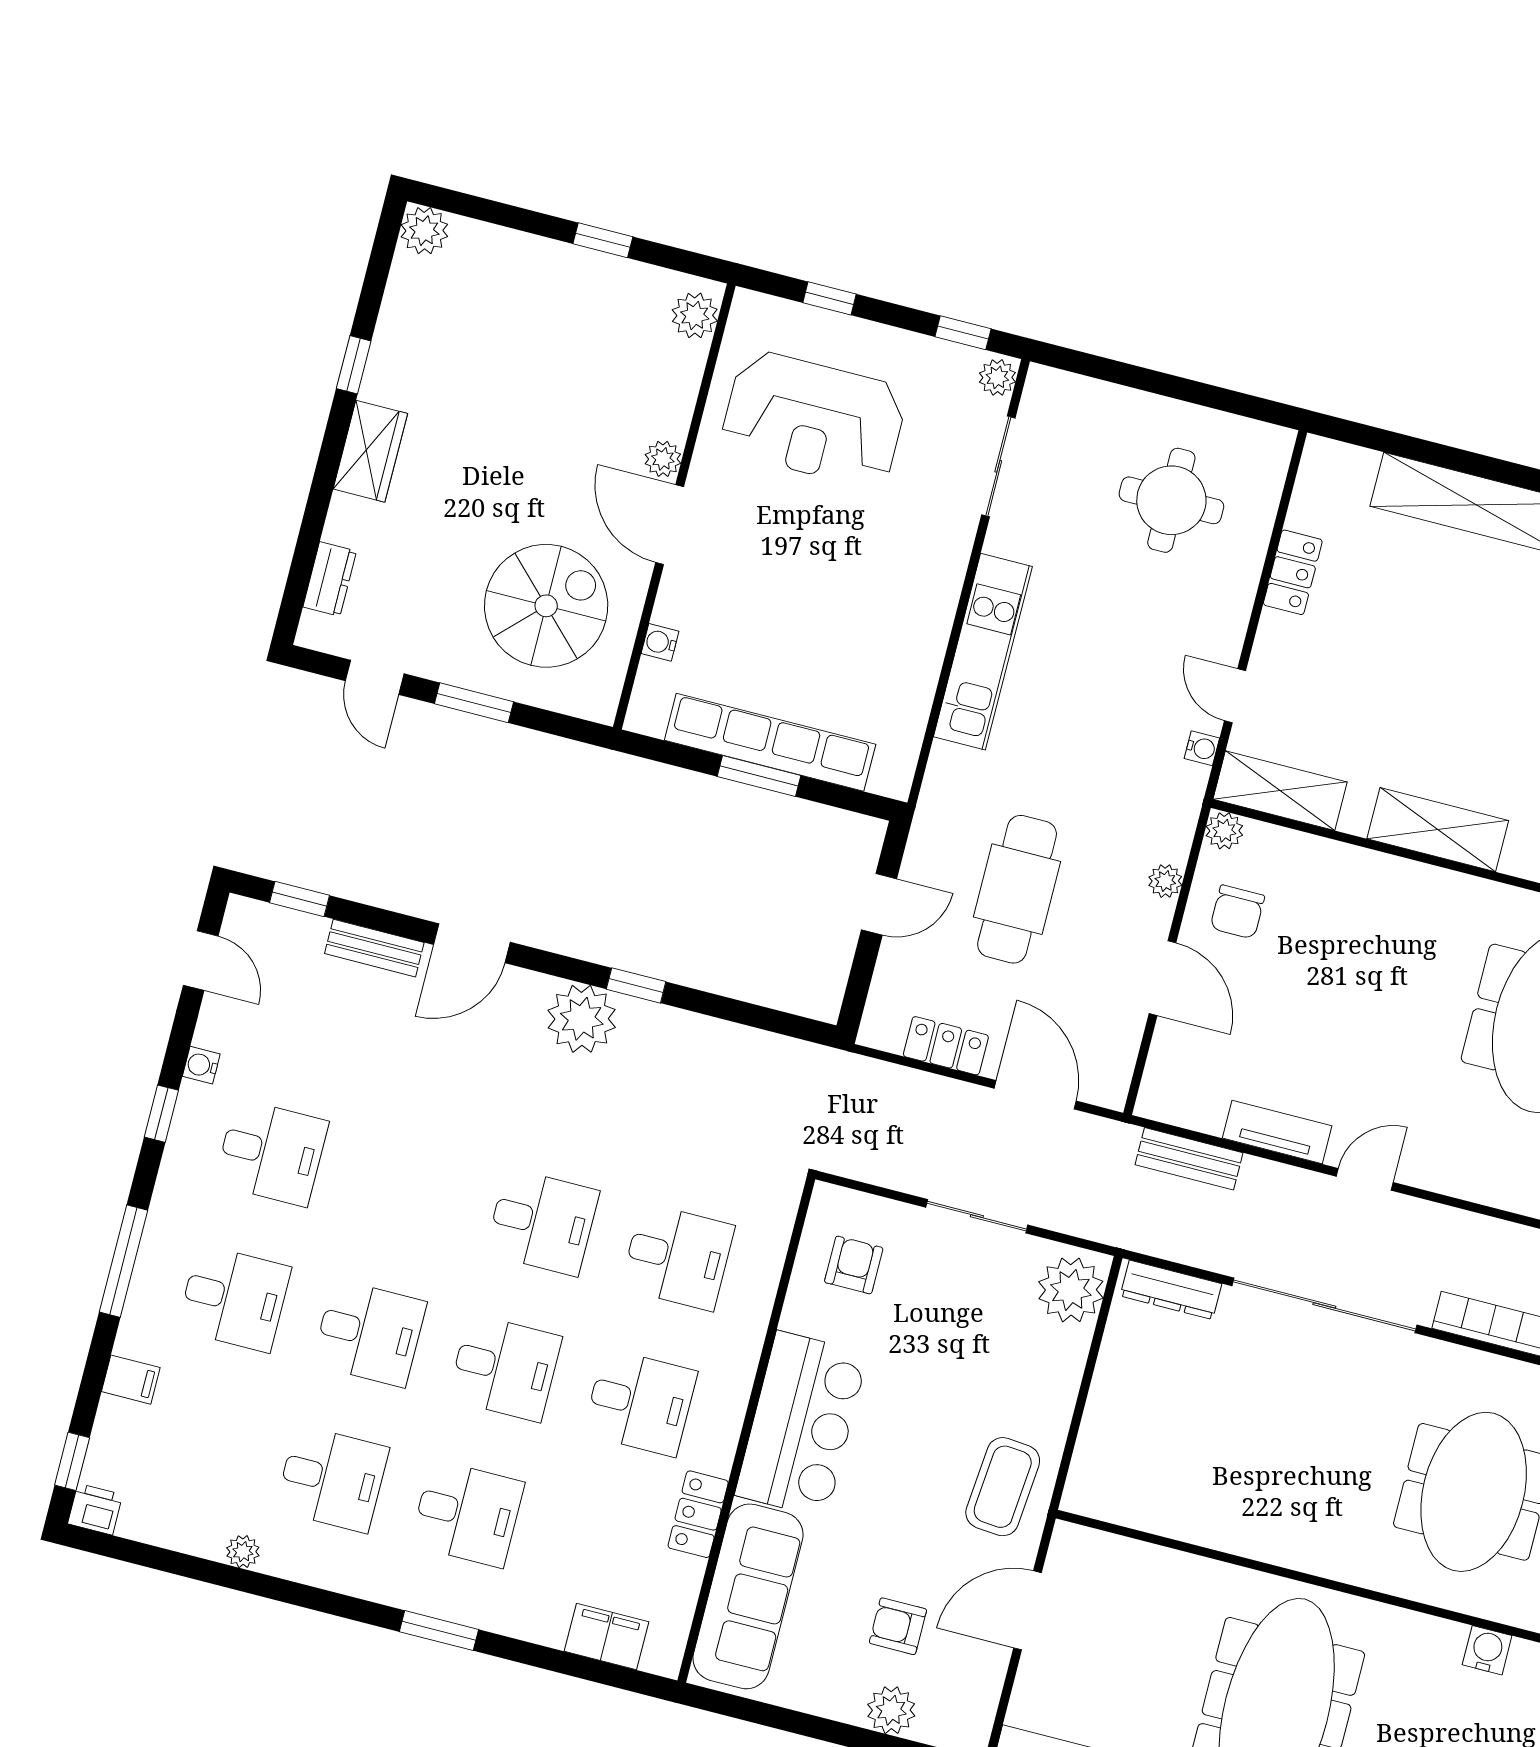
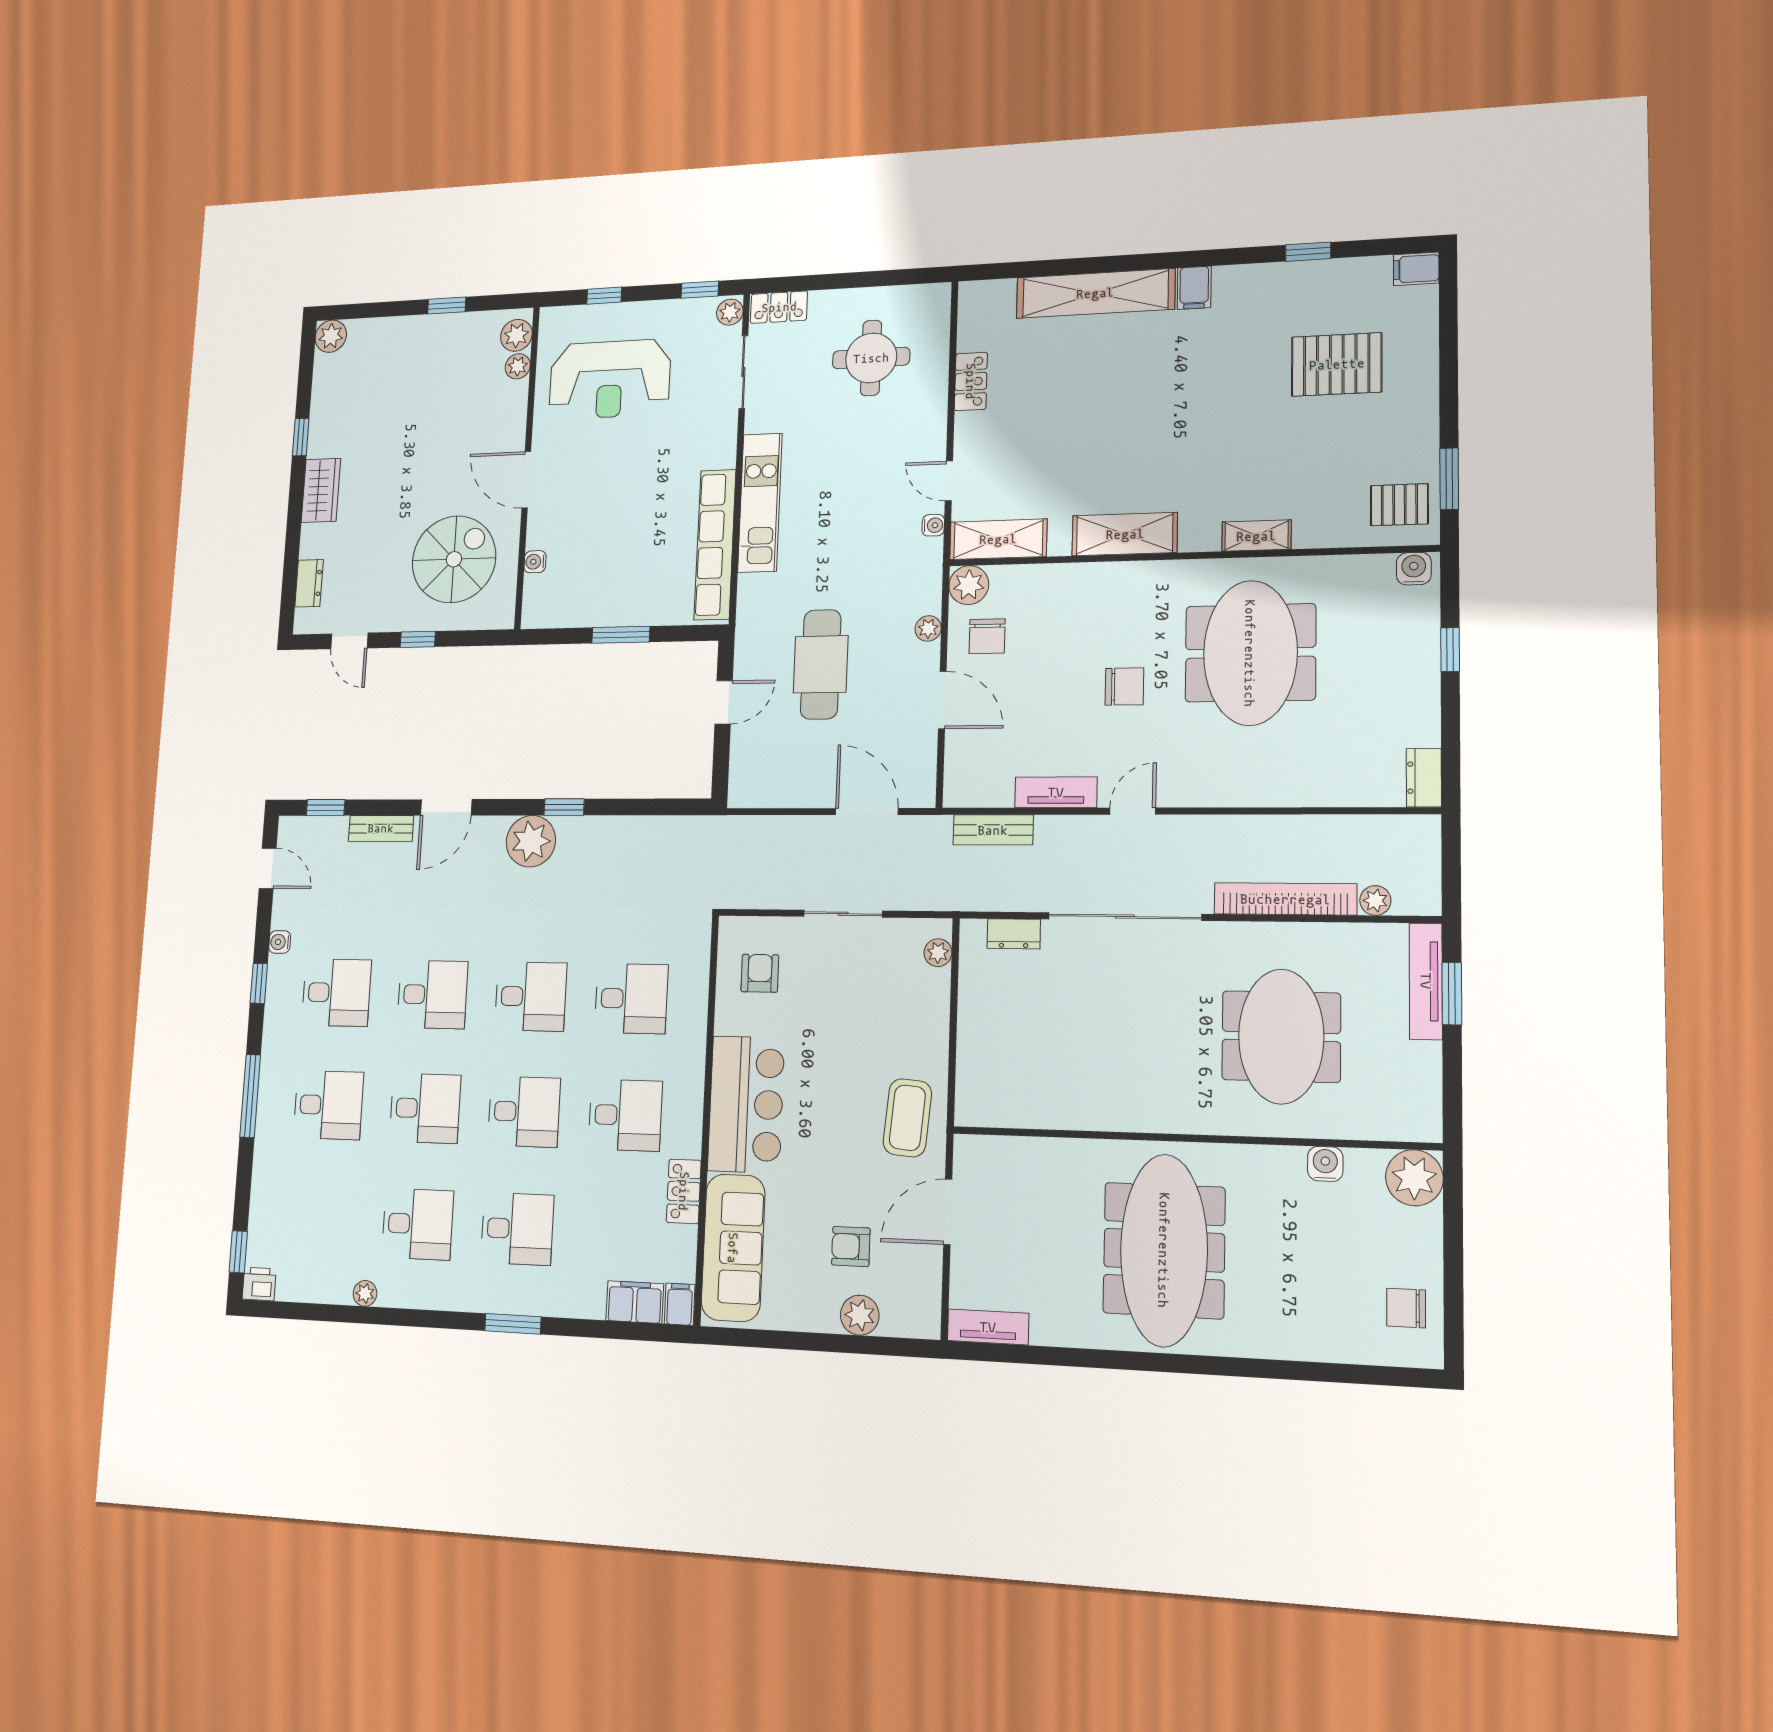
plant: (663, 459) -> (518, 366), moved
window: (474, 703) -> (418, 639), width x0.67
row of seats: (770, 742) -> (715, 545), moved, turned -90
plant: (1224, 831) -> (969, 585), width x1.38, depth x1.38
chair: (1392, 1022) -> (1124, 687), added
locker: (946, 1046) -> (779, 307), moved, turned 180
desk: (407, 1187) -> (432, 994), added
plant: (1071, 1290) -> (938, 953), width x0.53, depth x0.53
dresser: (1171, 1290) -> (1014, 934), width x0.70
filing cabinet: (131, 1380) -> (680, 1304), moved, turned -90

